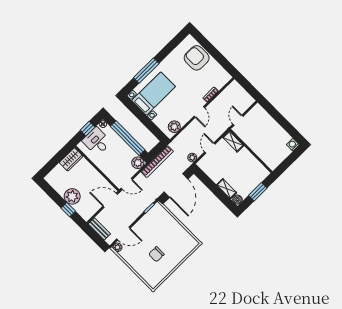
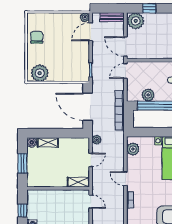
door: (210, 148) -> (91, 160), hinge flipped
window: (290, 160) -> (22, 211), added
plant: (138, 163) -> (148, 95), moved
plant: (72, 196) -> (136, 21), moved
door: (110, 200) -> (125, 46), swing flipped
plant: (185, 240) -> (40, 73), added
chair: (156, 254) -> (37, 37), moved

